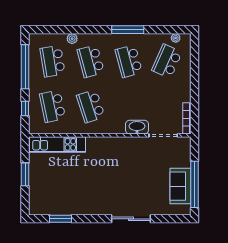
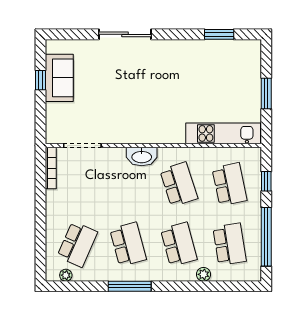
washbasin: (137, 127) -> (142, 157), moved
window: (195, 184) -> (41, 80), width x0.32

